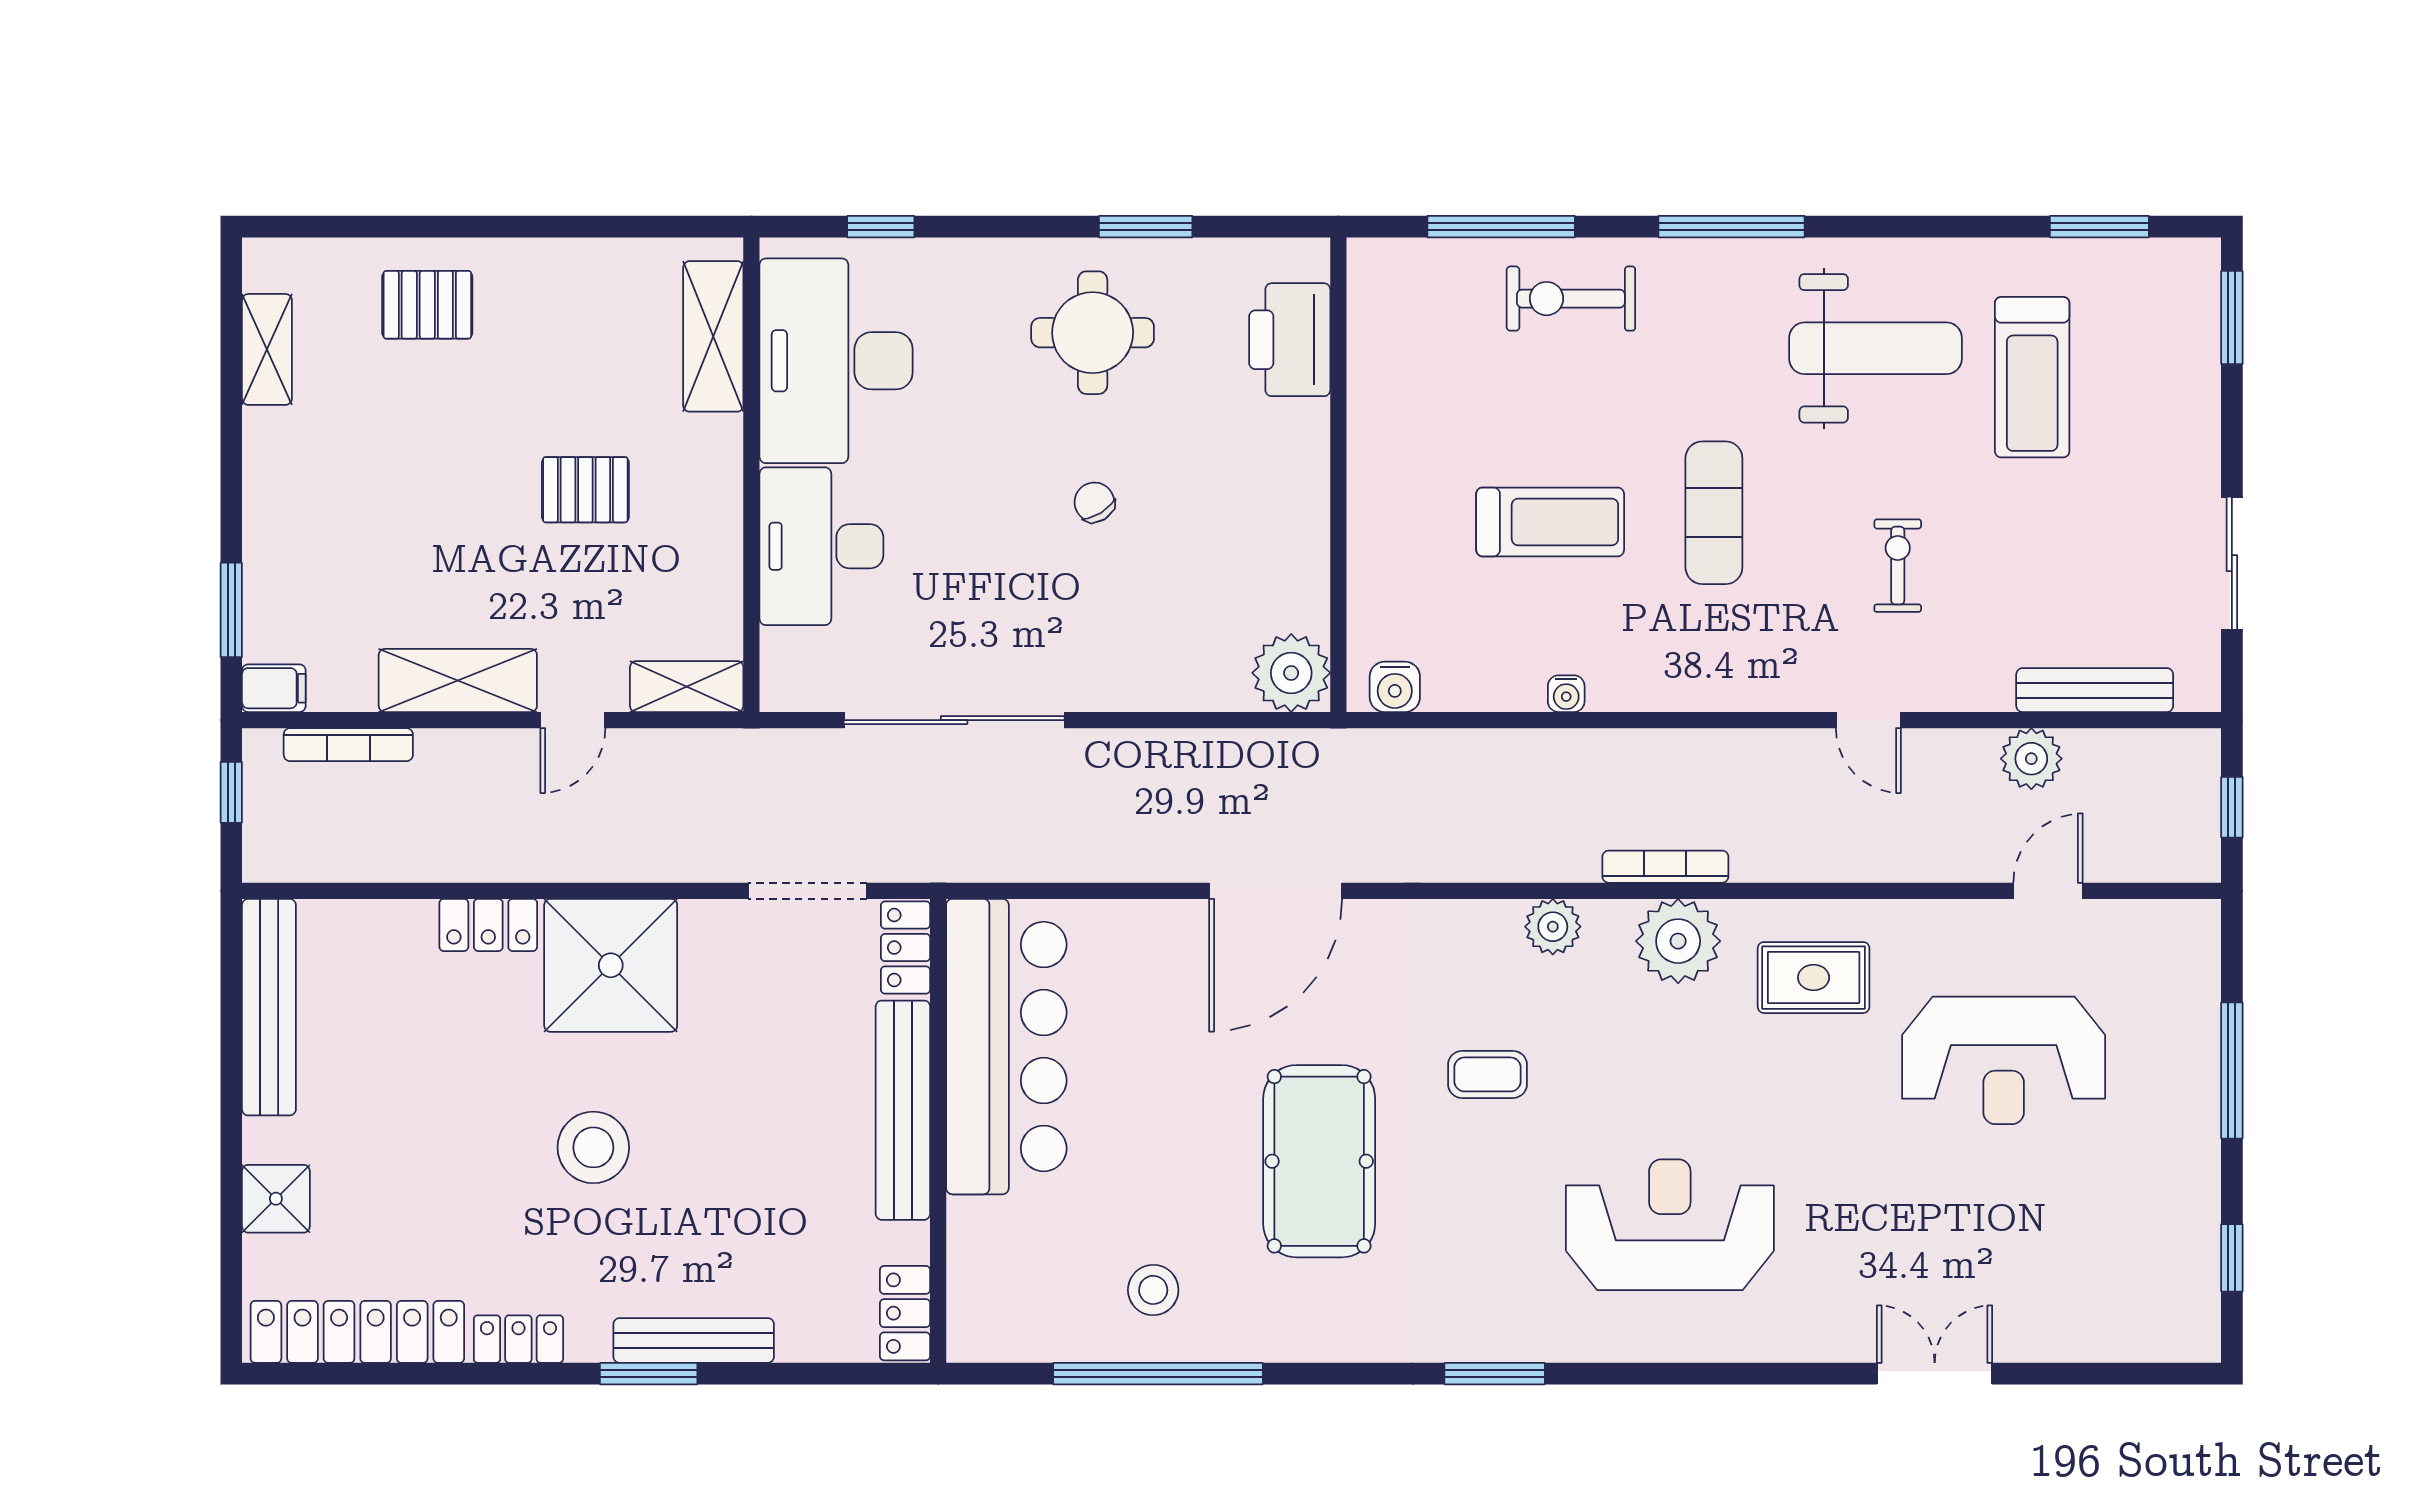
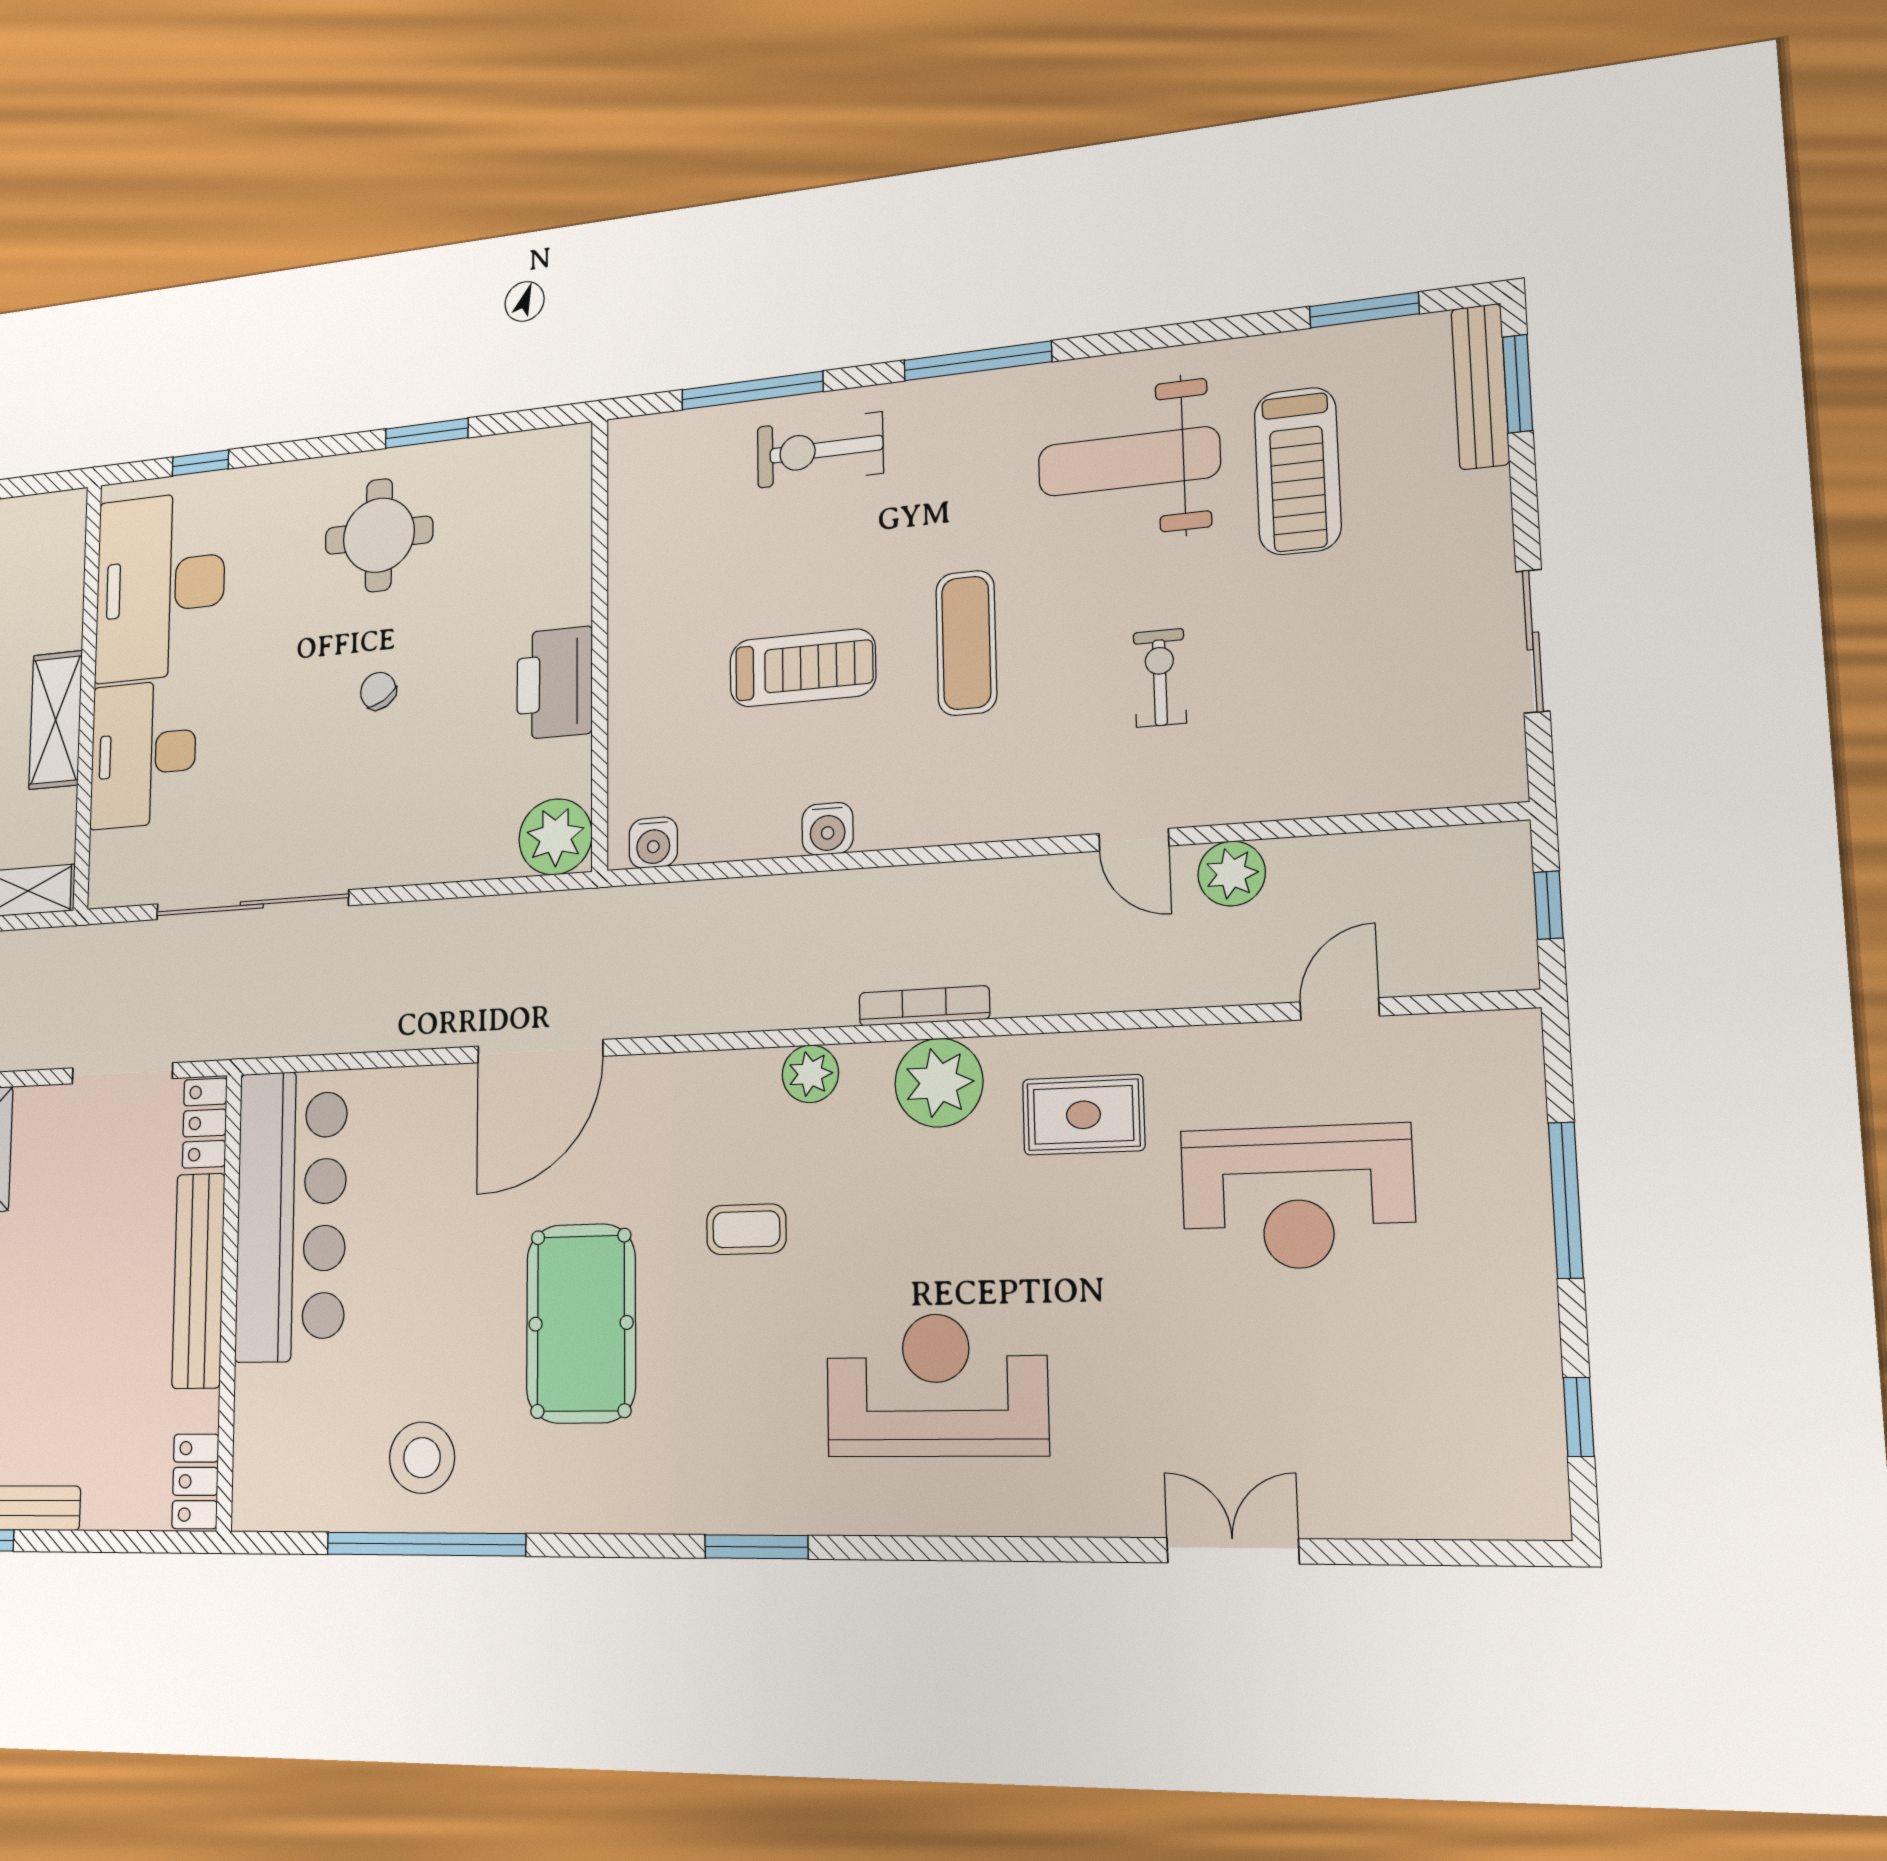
shelving: (713, 336) -> (56, 720), moved
printer: (1290, 340) -> (555, 683), moved
weight bench: (1875, 348) -> (1129, 461), turned 180
bench: (2095, 690) -> (1480, 386), moved, turned 90
water cooler: (1566, 694) -> (828, 829), width x1.38, depth x1.38
plant: (2031, 759) -> (1232, 873), moved
stool: (1153, 1290) -> (422, 1458), width x1.38, depth x1.38

